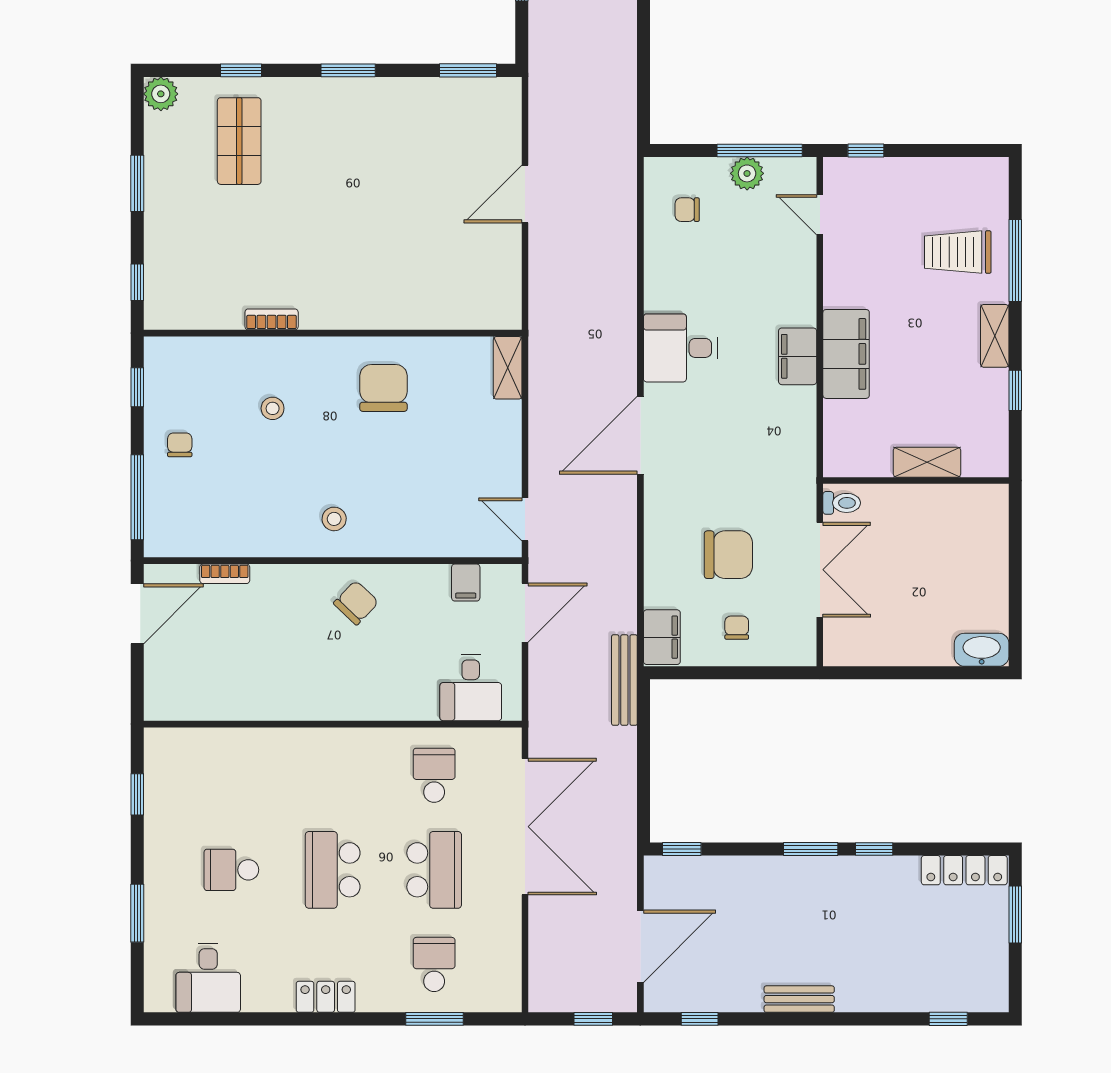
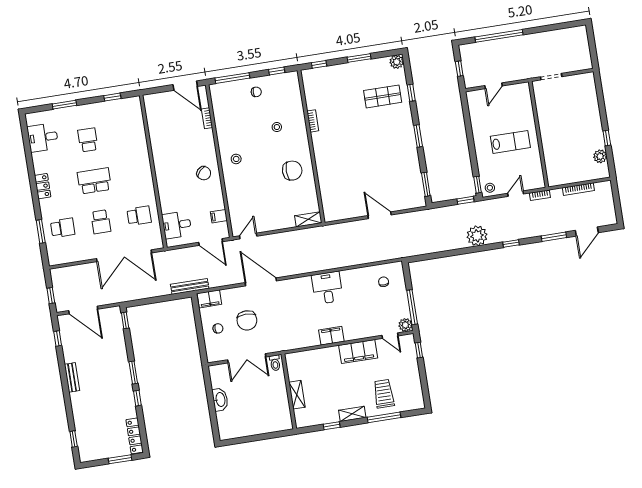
plant: (747, 173) -> (405, 325), moved
door: (820, 215) -> (390, 336), swing flipped
filing cabinet: (846, 354) -> (358, 352), moved
door: (640, 435) -> (261, 282), moved
washbasin: (982, 650) -> (220, 400), moved
school desk: (434, 870) -> (101, 222), width x0.54

